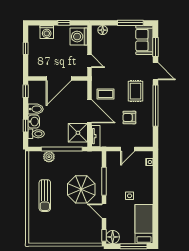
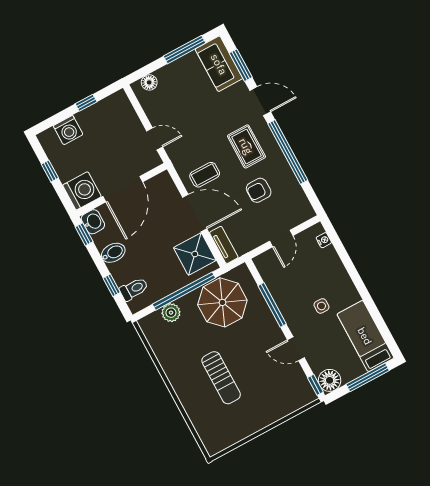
washing machine: (79, 37) -> (82, 191), moved, turned 180
washbasin: (34, 122) -> (93, 222), moved
parasol: (81, 189) -> (222, 302), moved
sun lounger: (45, 196) -> (221, 378), moved

